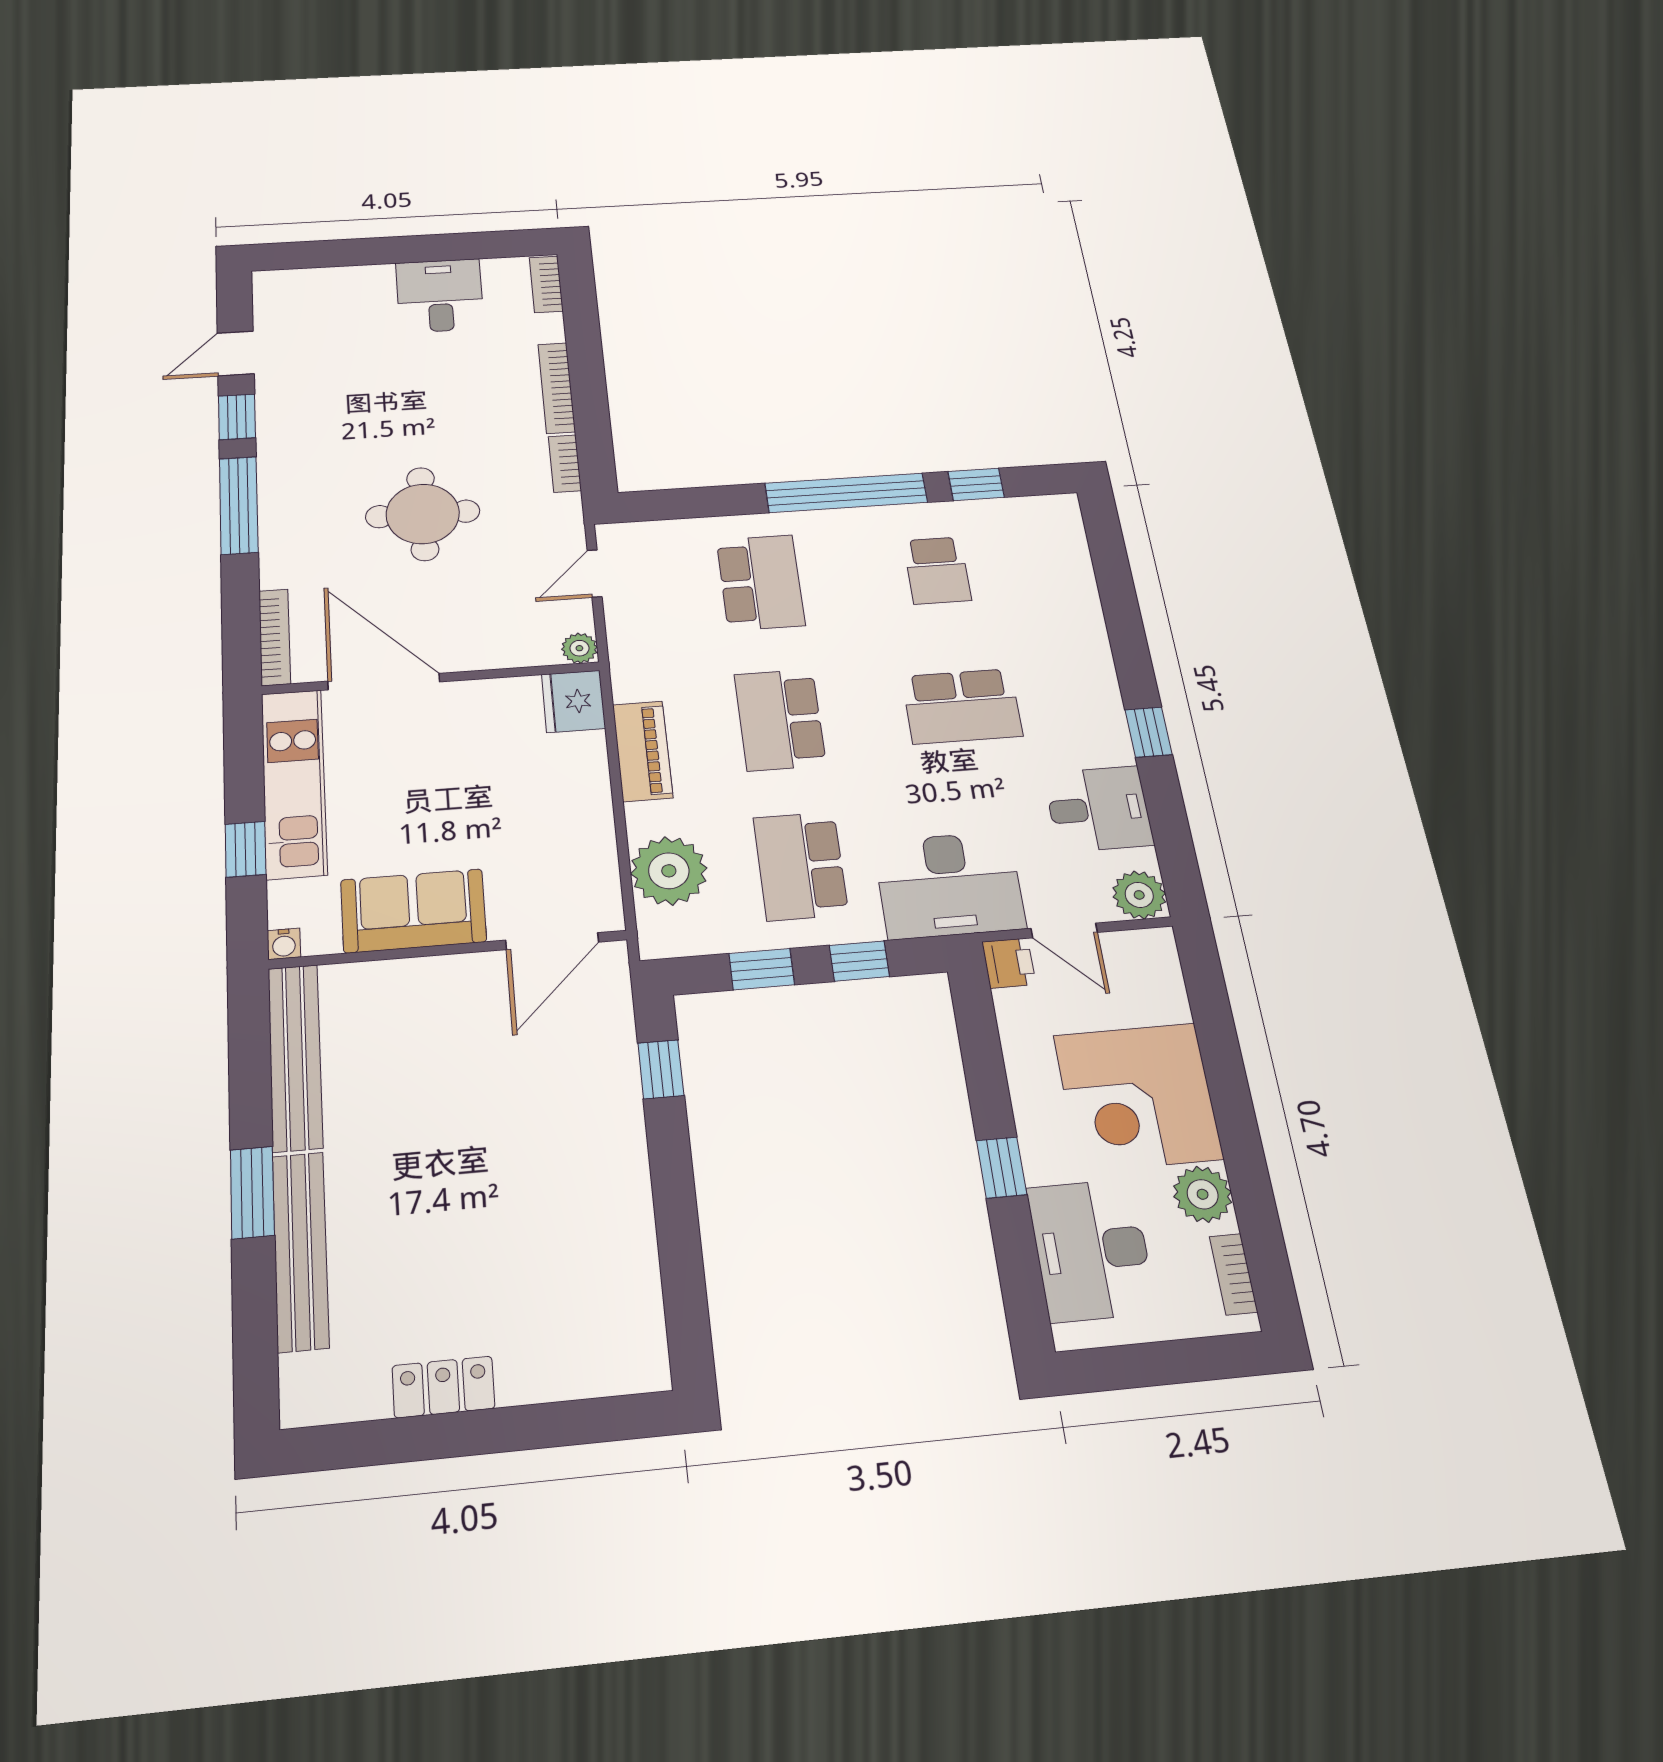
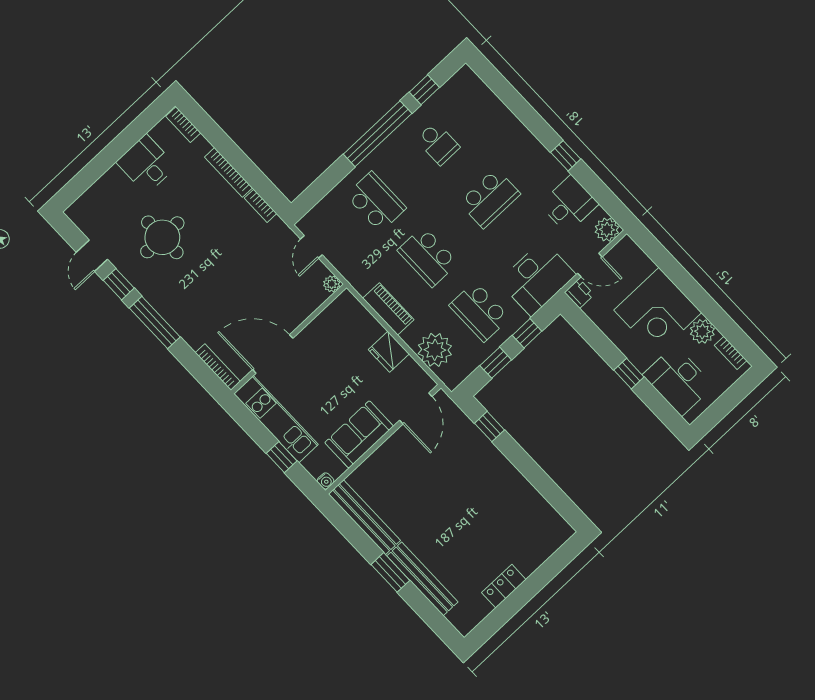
round table: (423, 514) -> (162, 237), moved
fridge: (573, 701) -> (389, 352), moved

